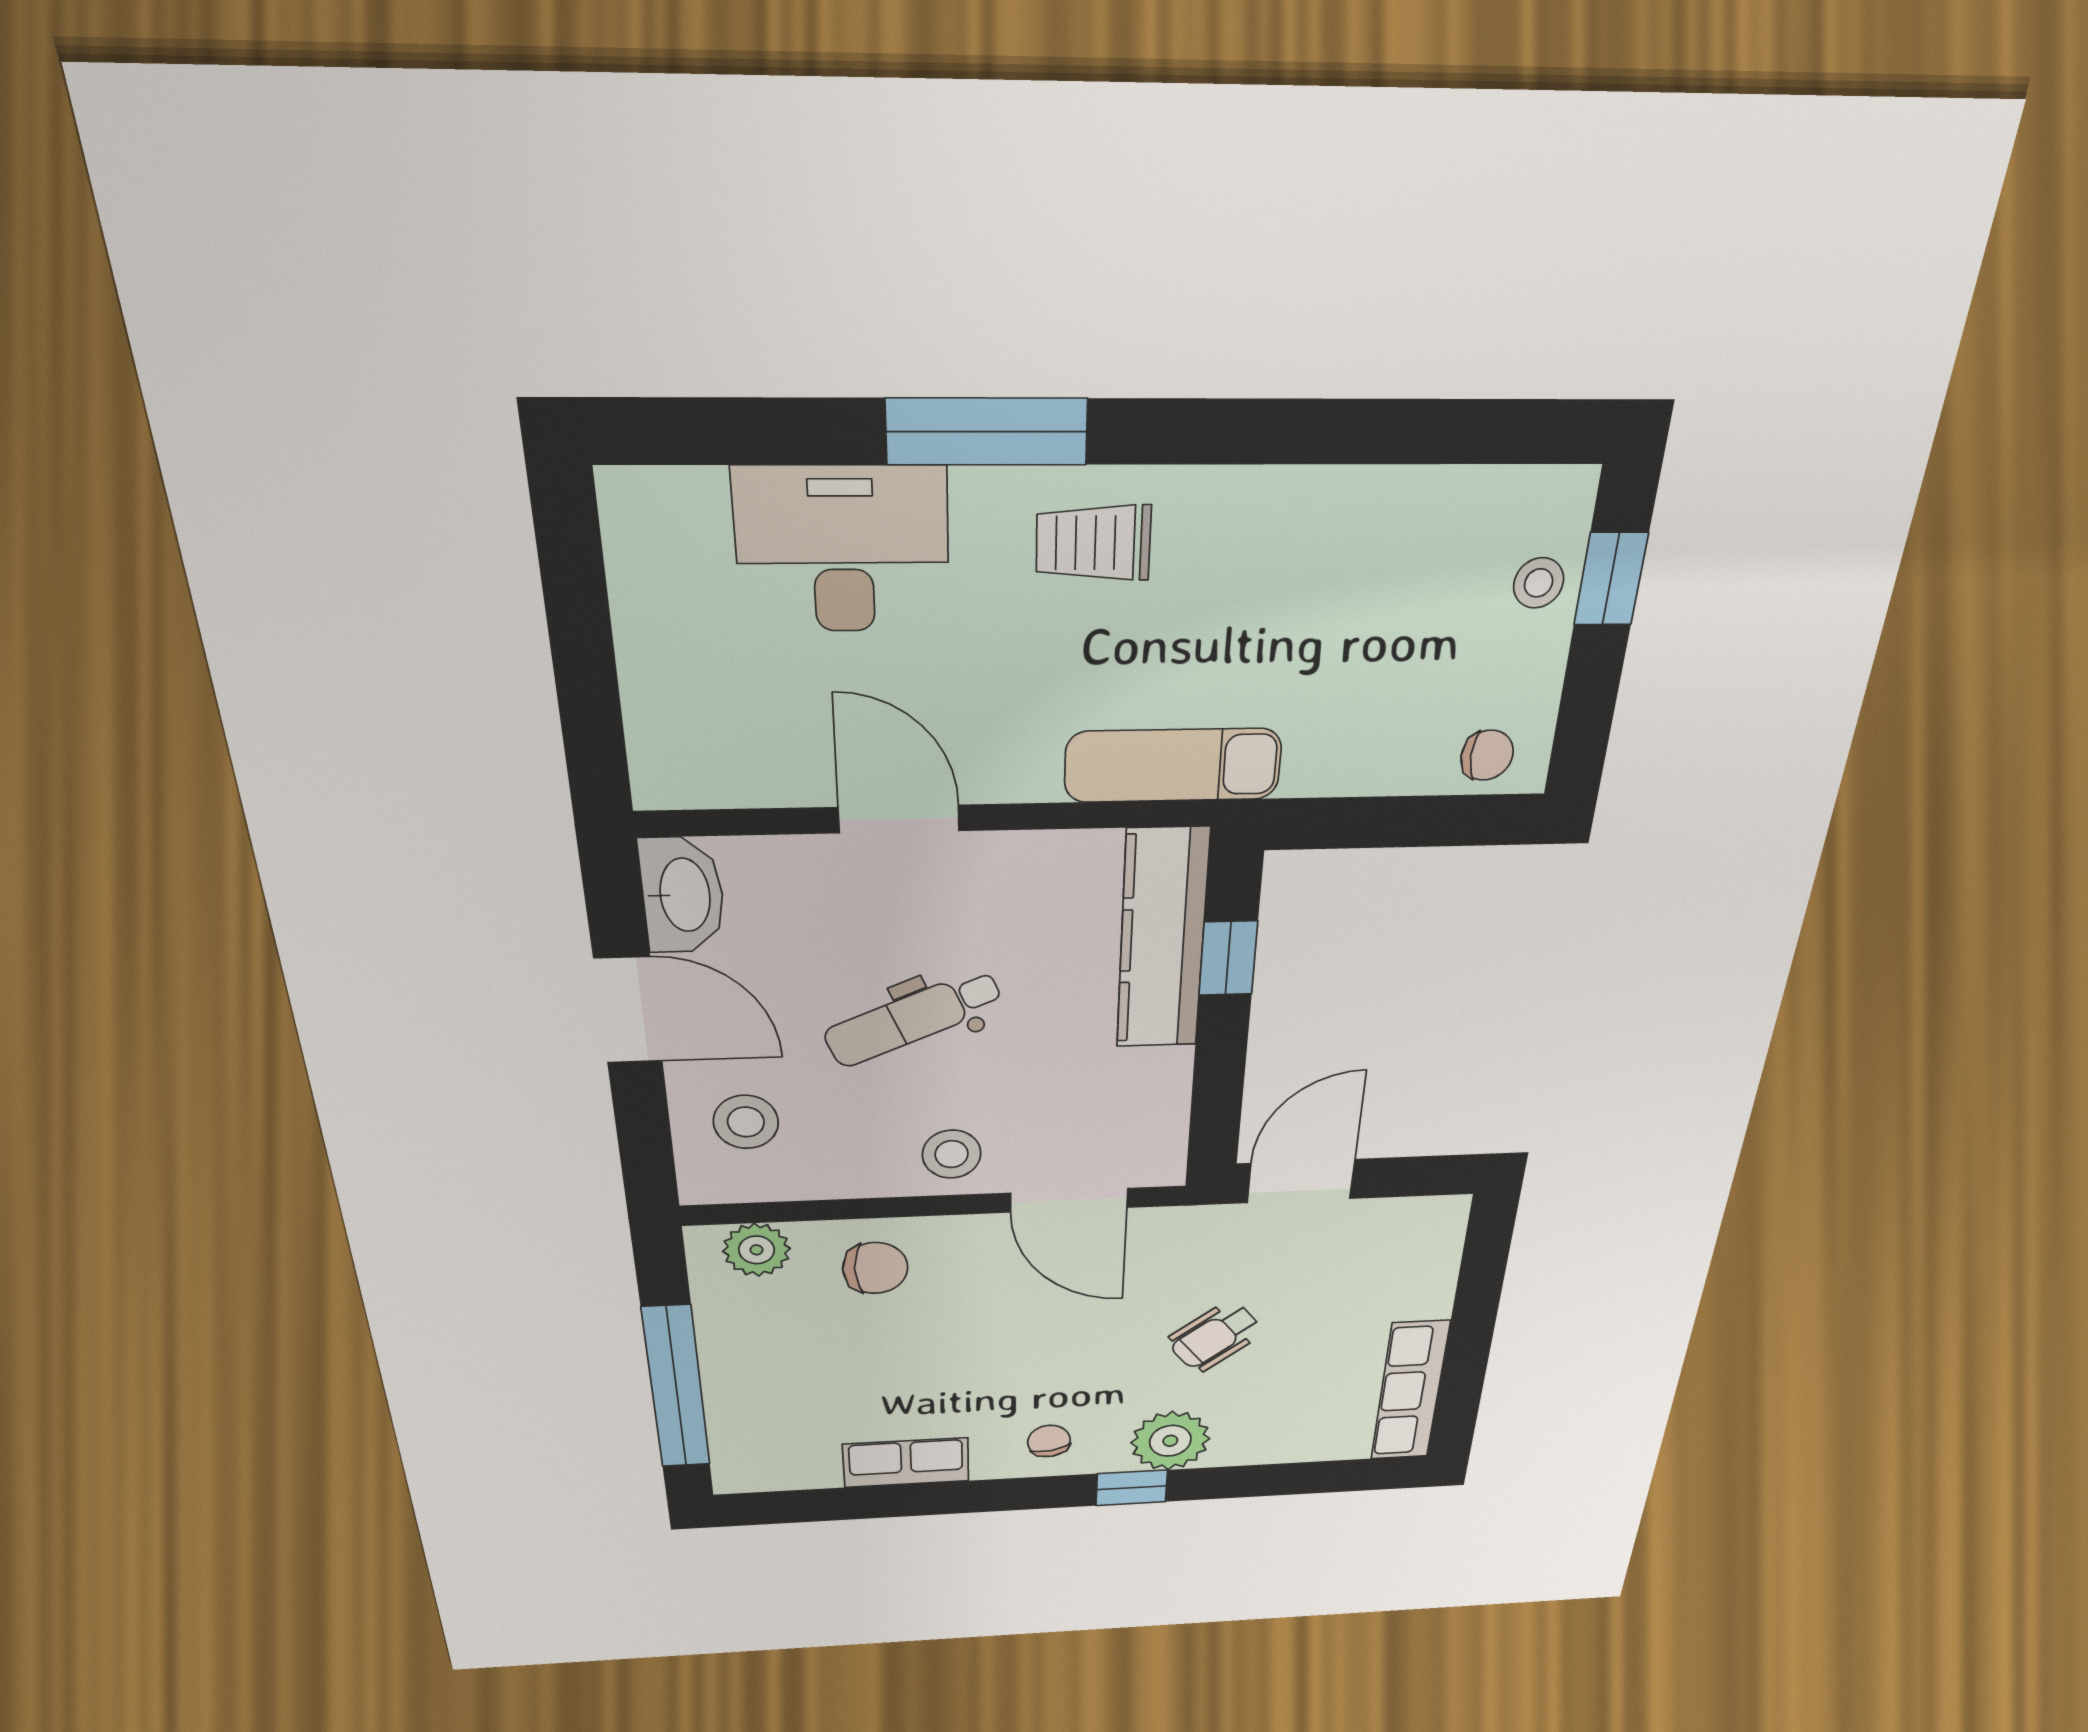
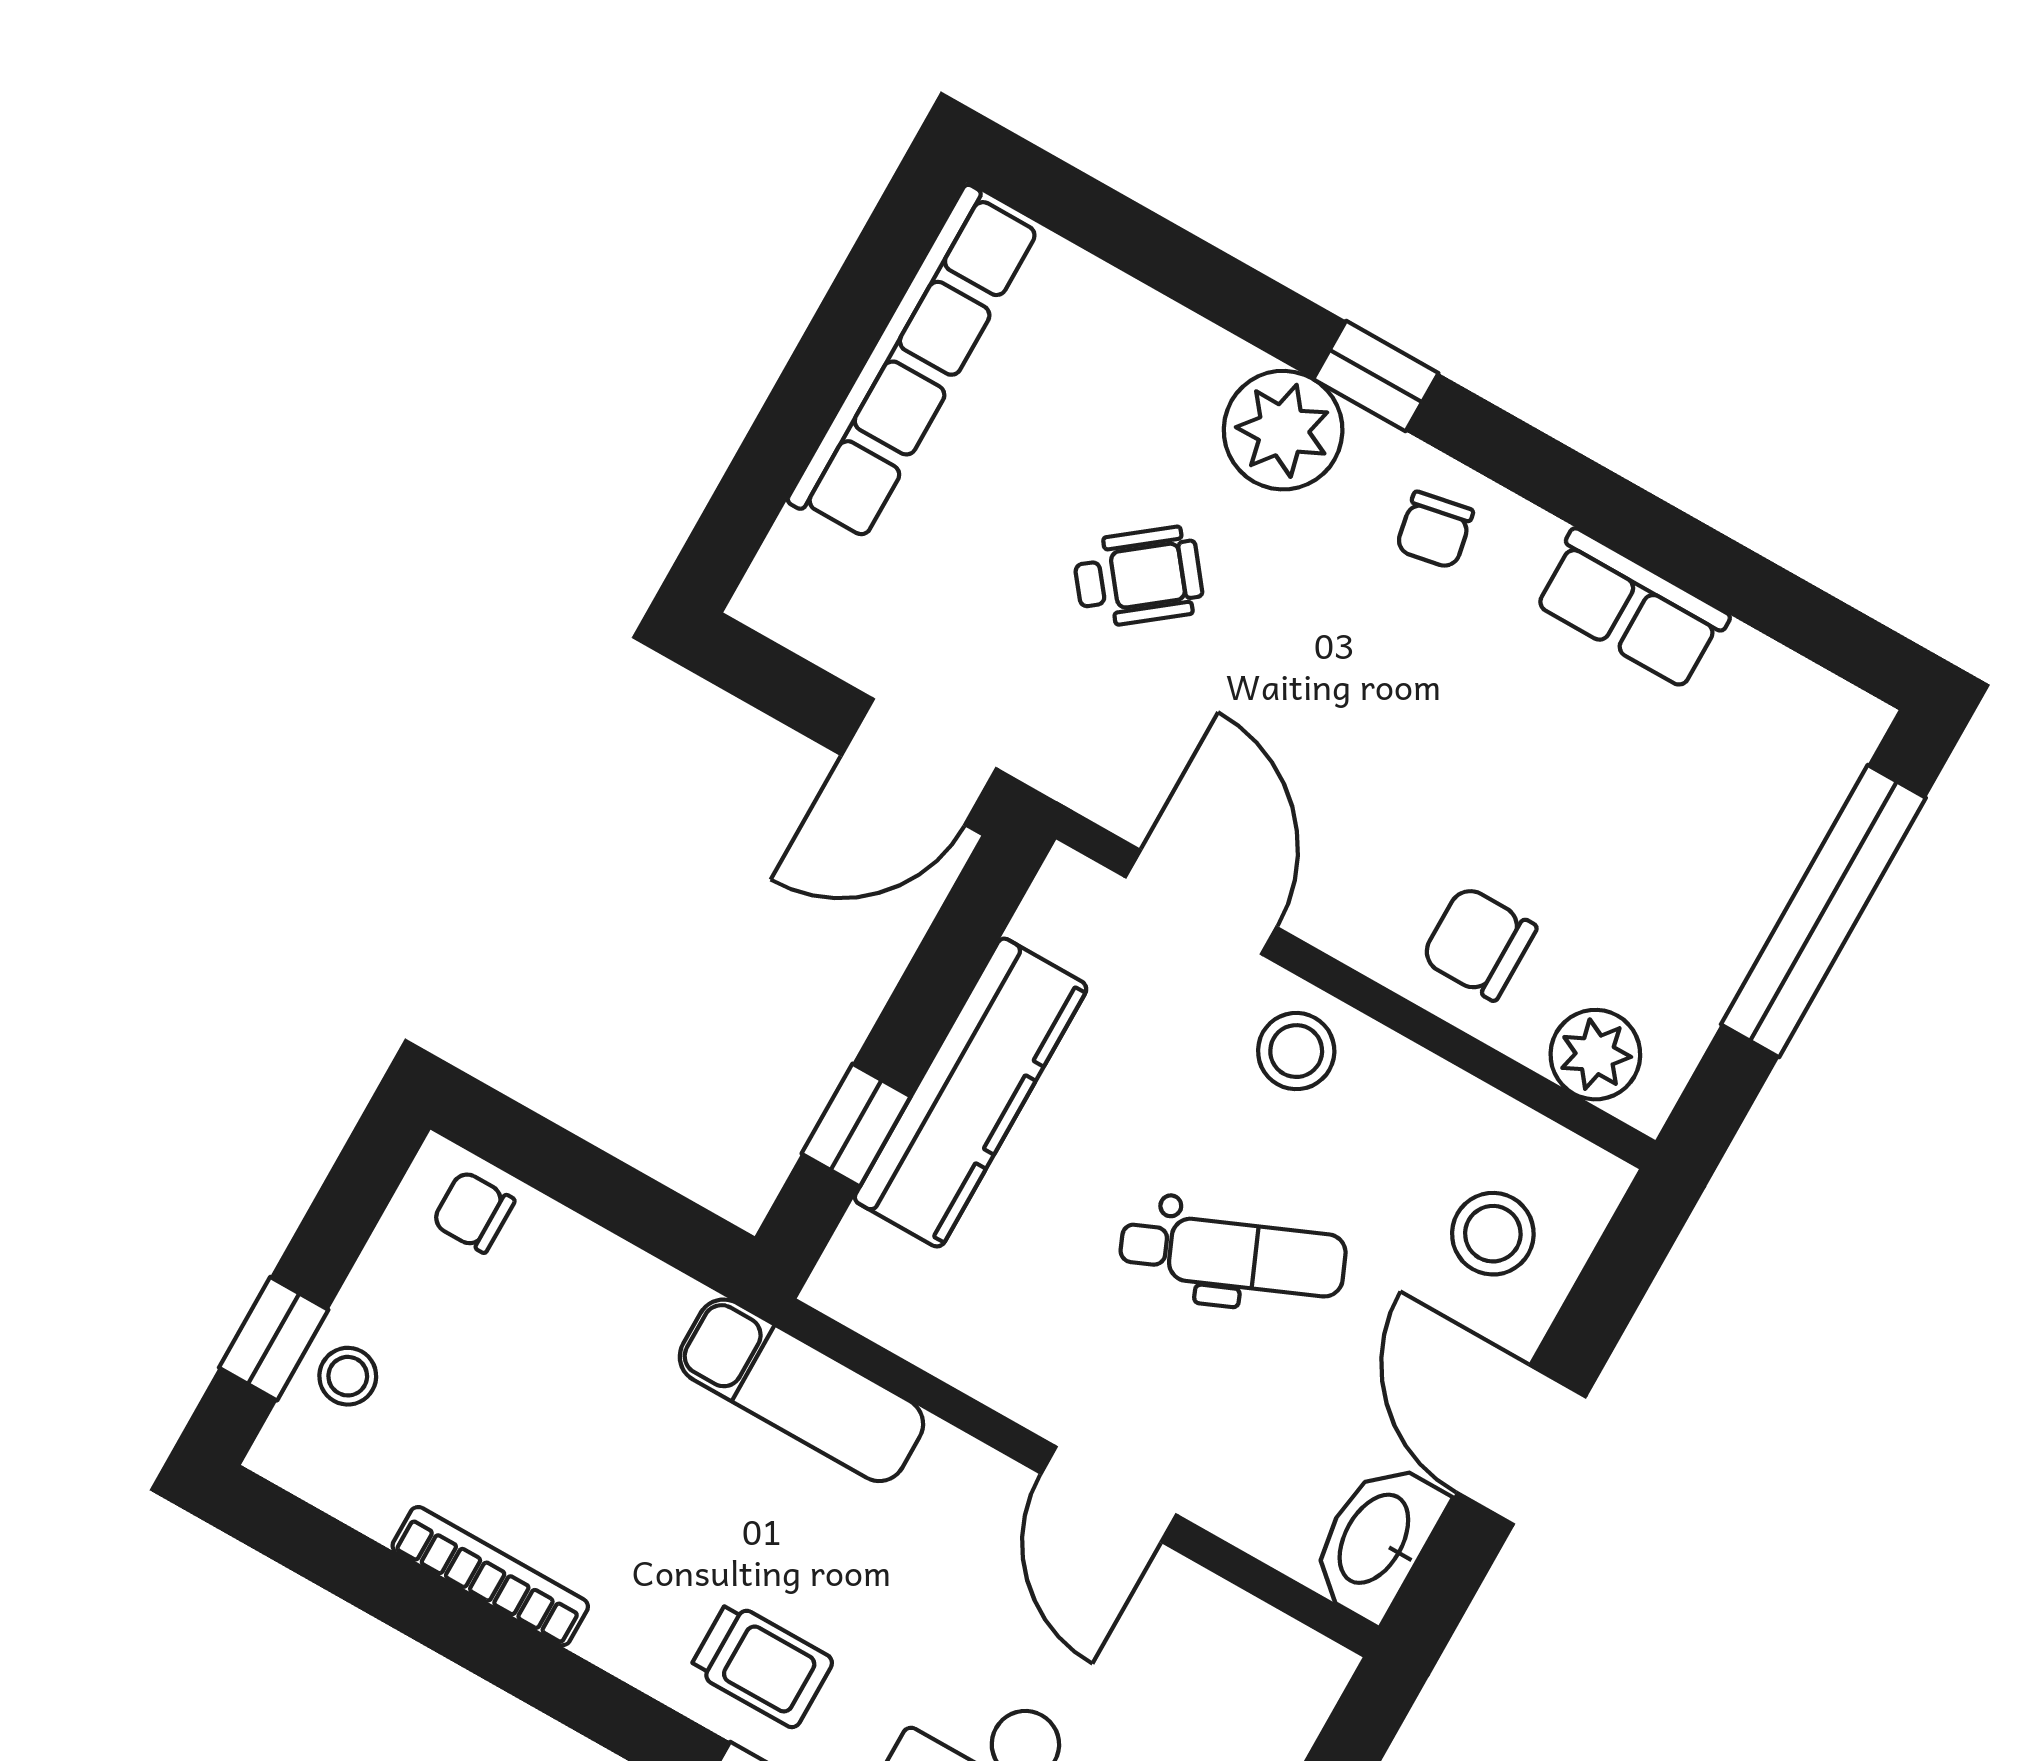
bookcase: (1354, 489) -> (490, 1576), added
kitchen counter: (1162, 940) -> (971, 1093), moved
row of seats: (1410, 1391) -> (914, 363), width x1.36

